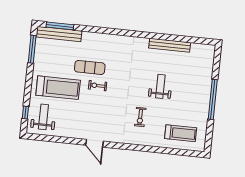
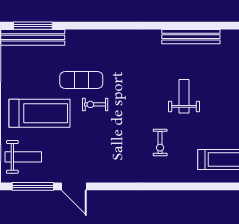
weight bench: (43, 117) -> (23, 157), turned 90
window: (48, 138) -> (33, 186), added
door: (94, 143) -> (74, 186), moved

